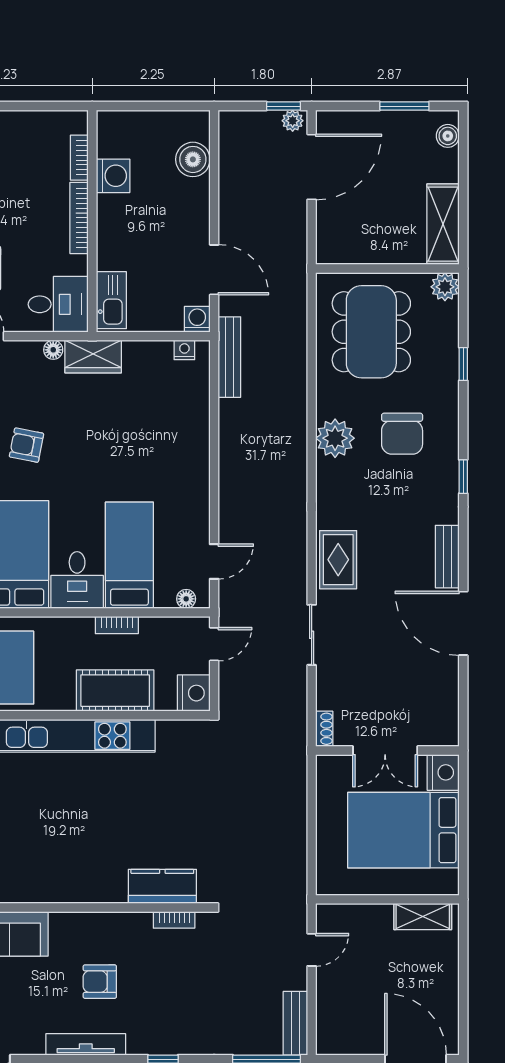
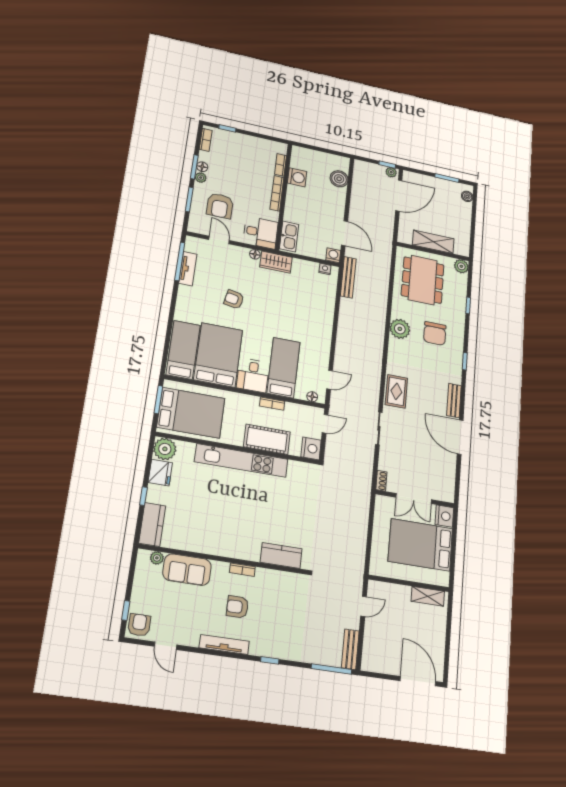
shelving: (443, 224) -> (433, 242), moved, turned 90
bookcase: (174, 920) -> (242, 570), moved

